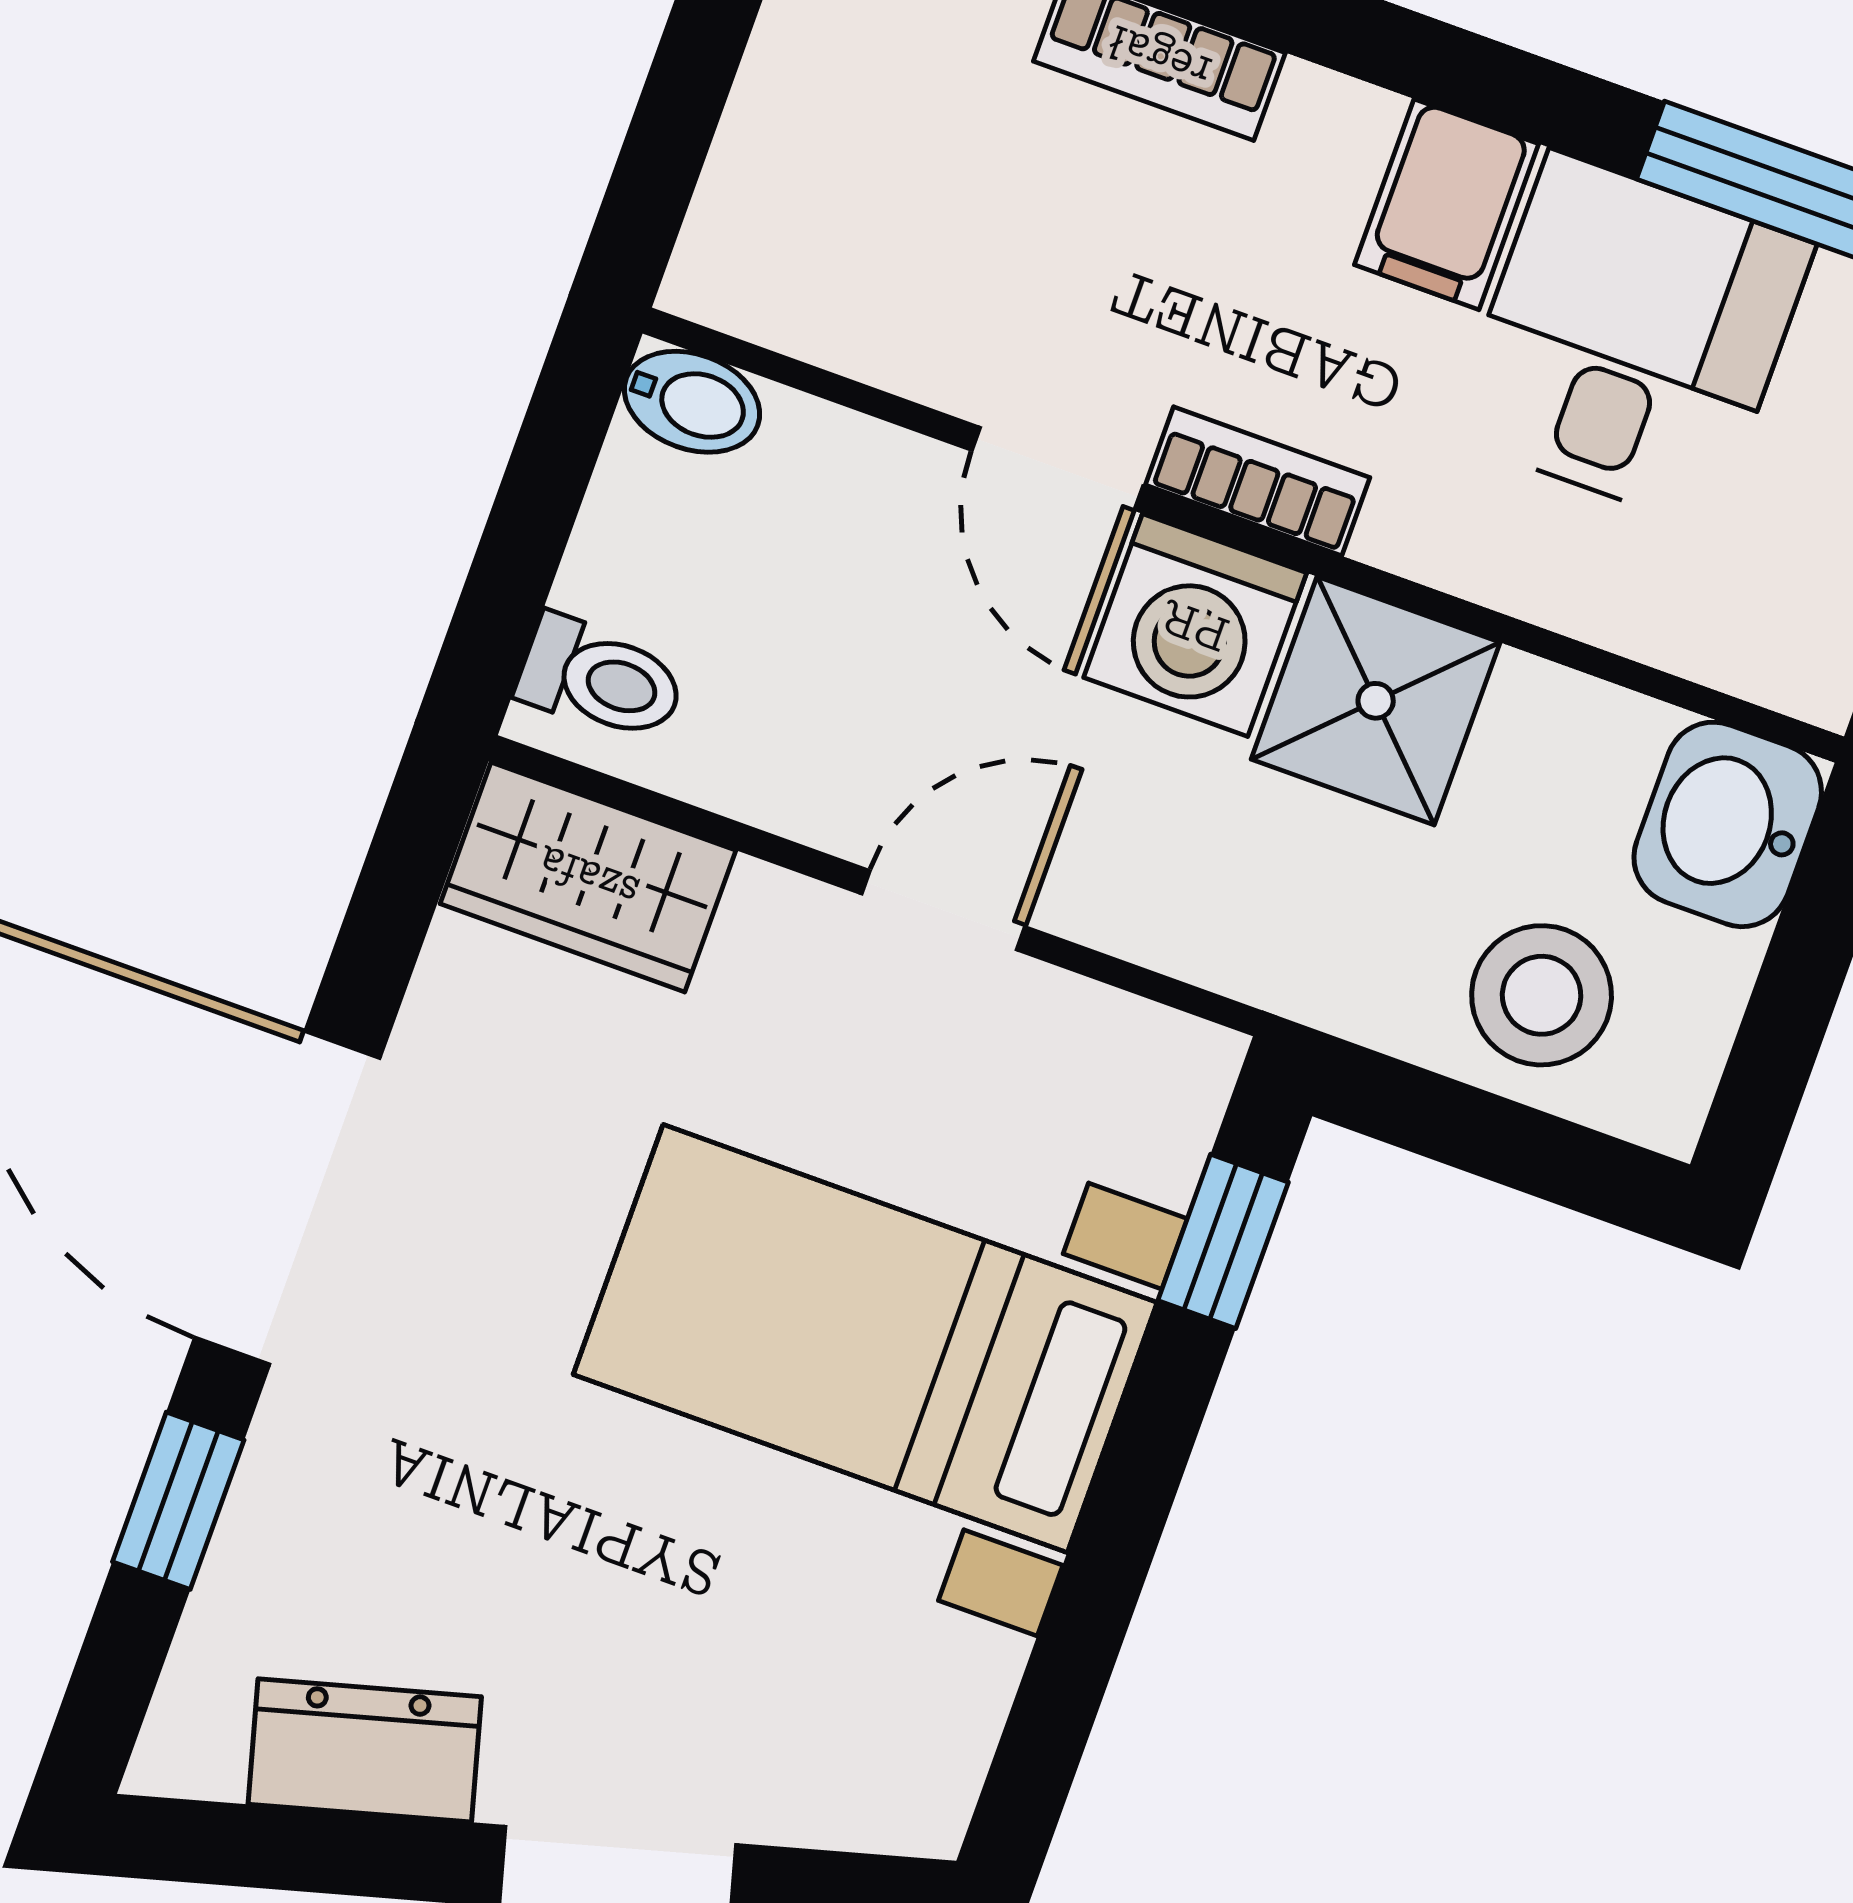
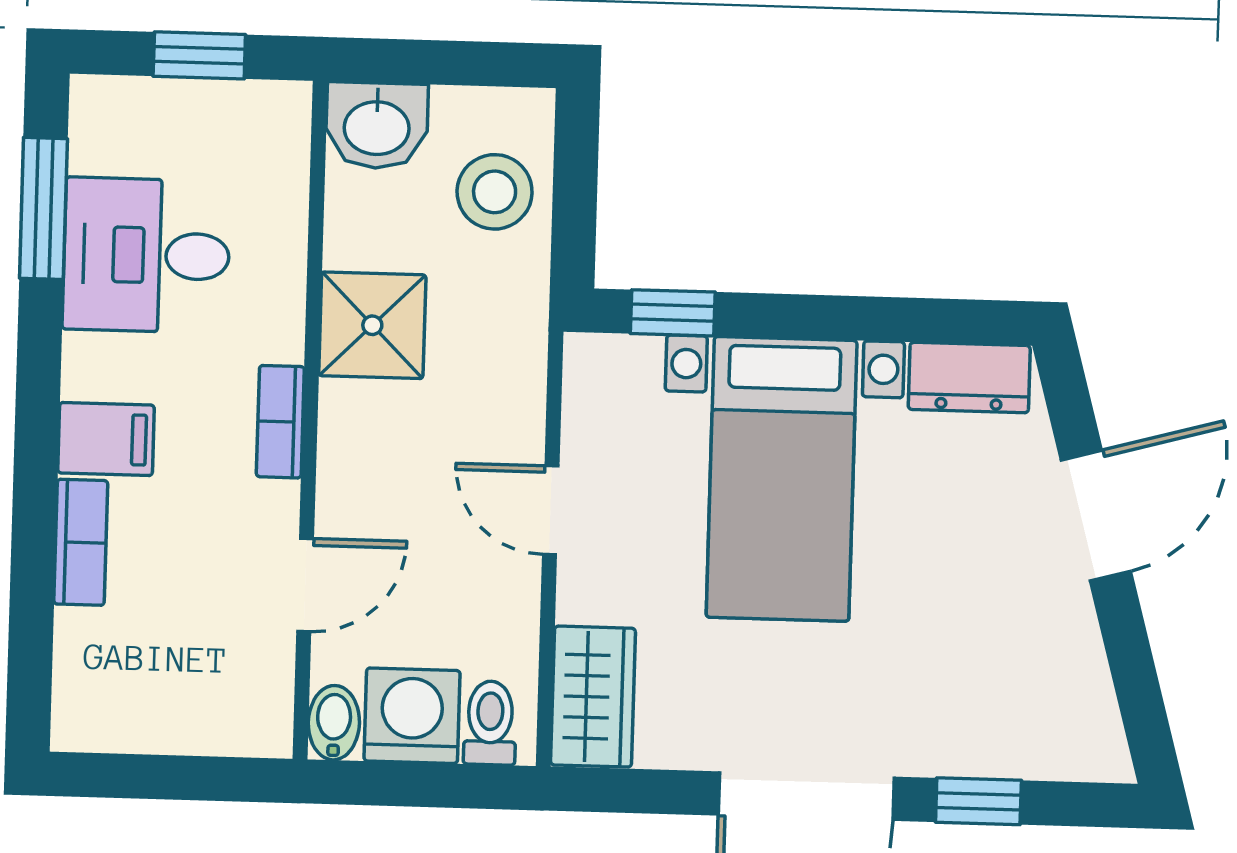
filing cabinet: (1447, 204) -> (106, 439), moved
door: (1057, 468) -> (305, 585), moved
washing machine: (1195, 625) -> (412, 716), moved, turned -90
dresser: (365, 1750) -> (969, 378), moved, turned -75

